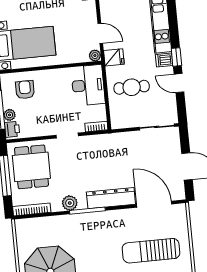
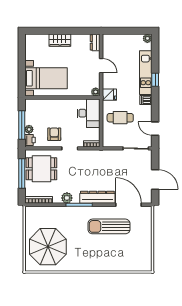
door: (100, 33) -> (101, 66), moved
window: (176, 57) -> (155, 80), moved
door: (179, 83) -> (155, 129), moved
armchair: (25, 90) -> (54, 134), moved
dining table: (31, 167) -> (41, 169), turned 90
sun lounger: (151, 251) -> (109, 226), moved

